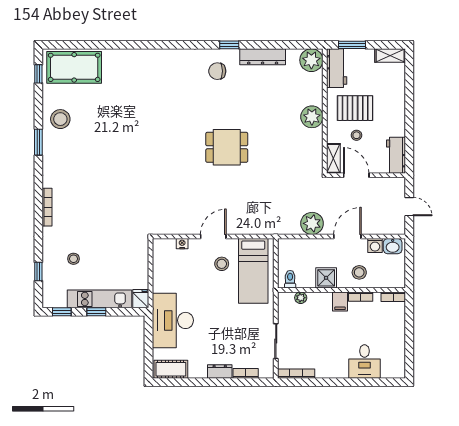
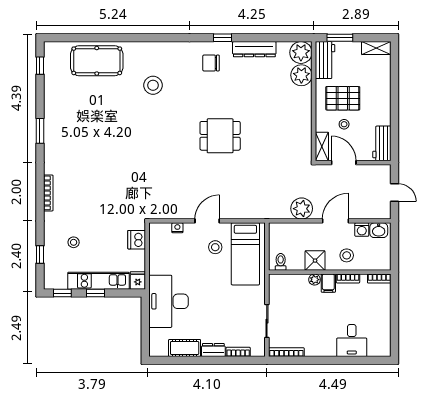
pool table: (74, 67) -> (97, 61), moved
plant: (312, 117) -> (301, 75), moved
stool: (60, 119) -> (153, 85), moved
dishwasher: (139, 256) -> (137, 240), added
plant: (301, 298) -> (315, 280), moved
cot: (171, 369) -> (185, 348), moved

